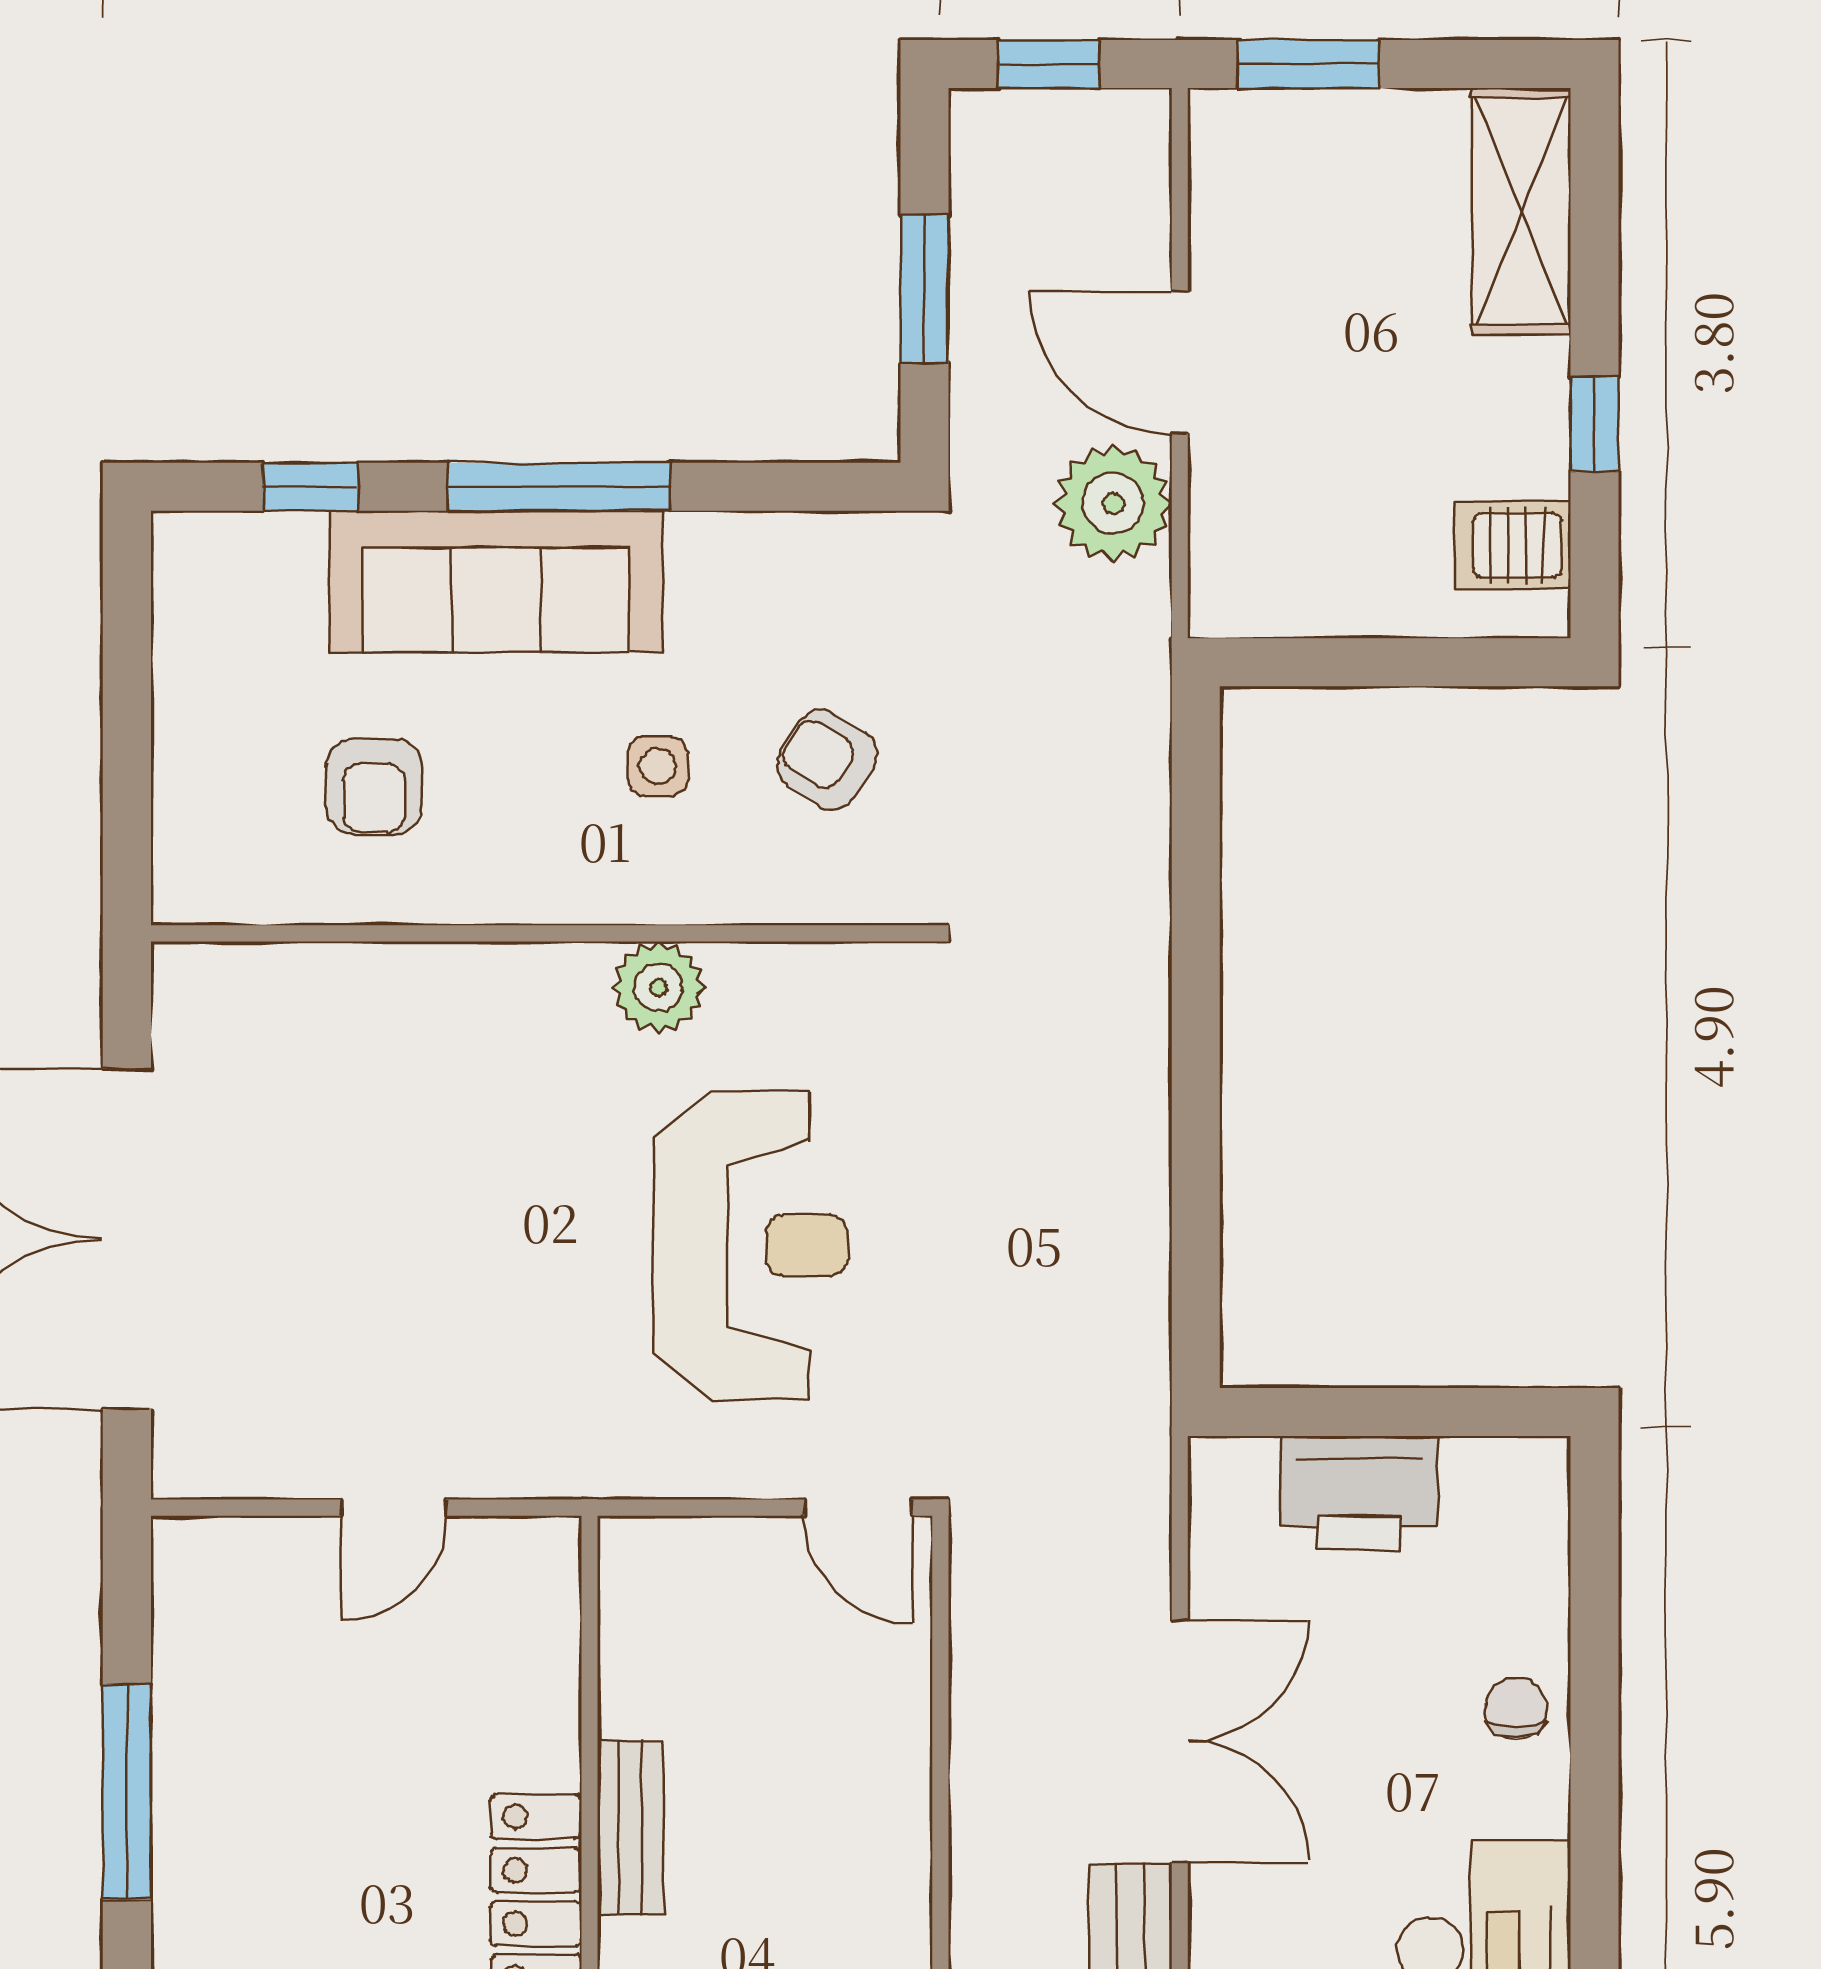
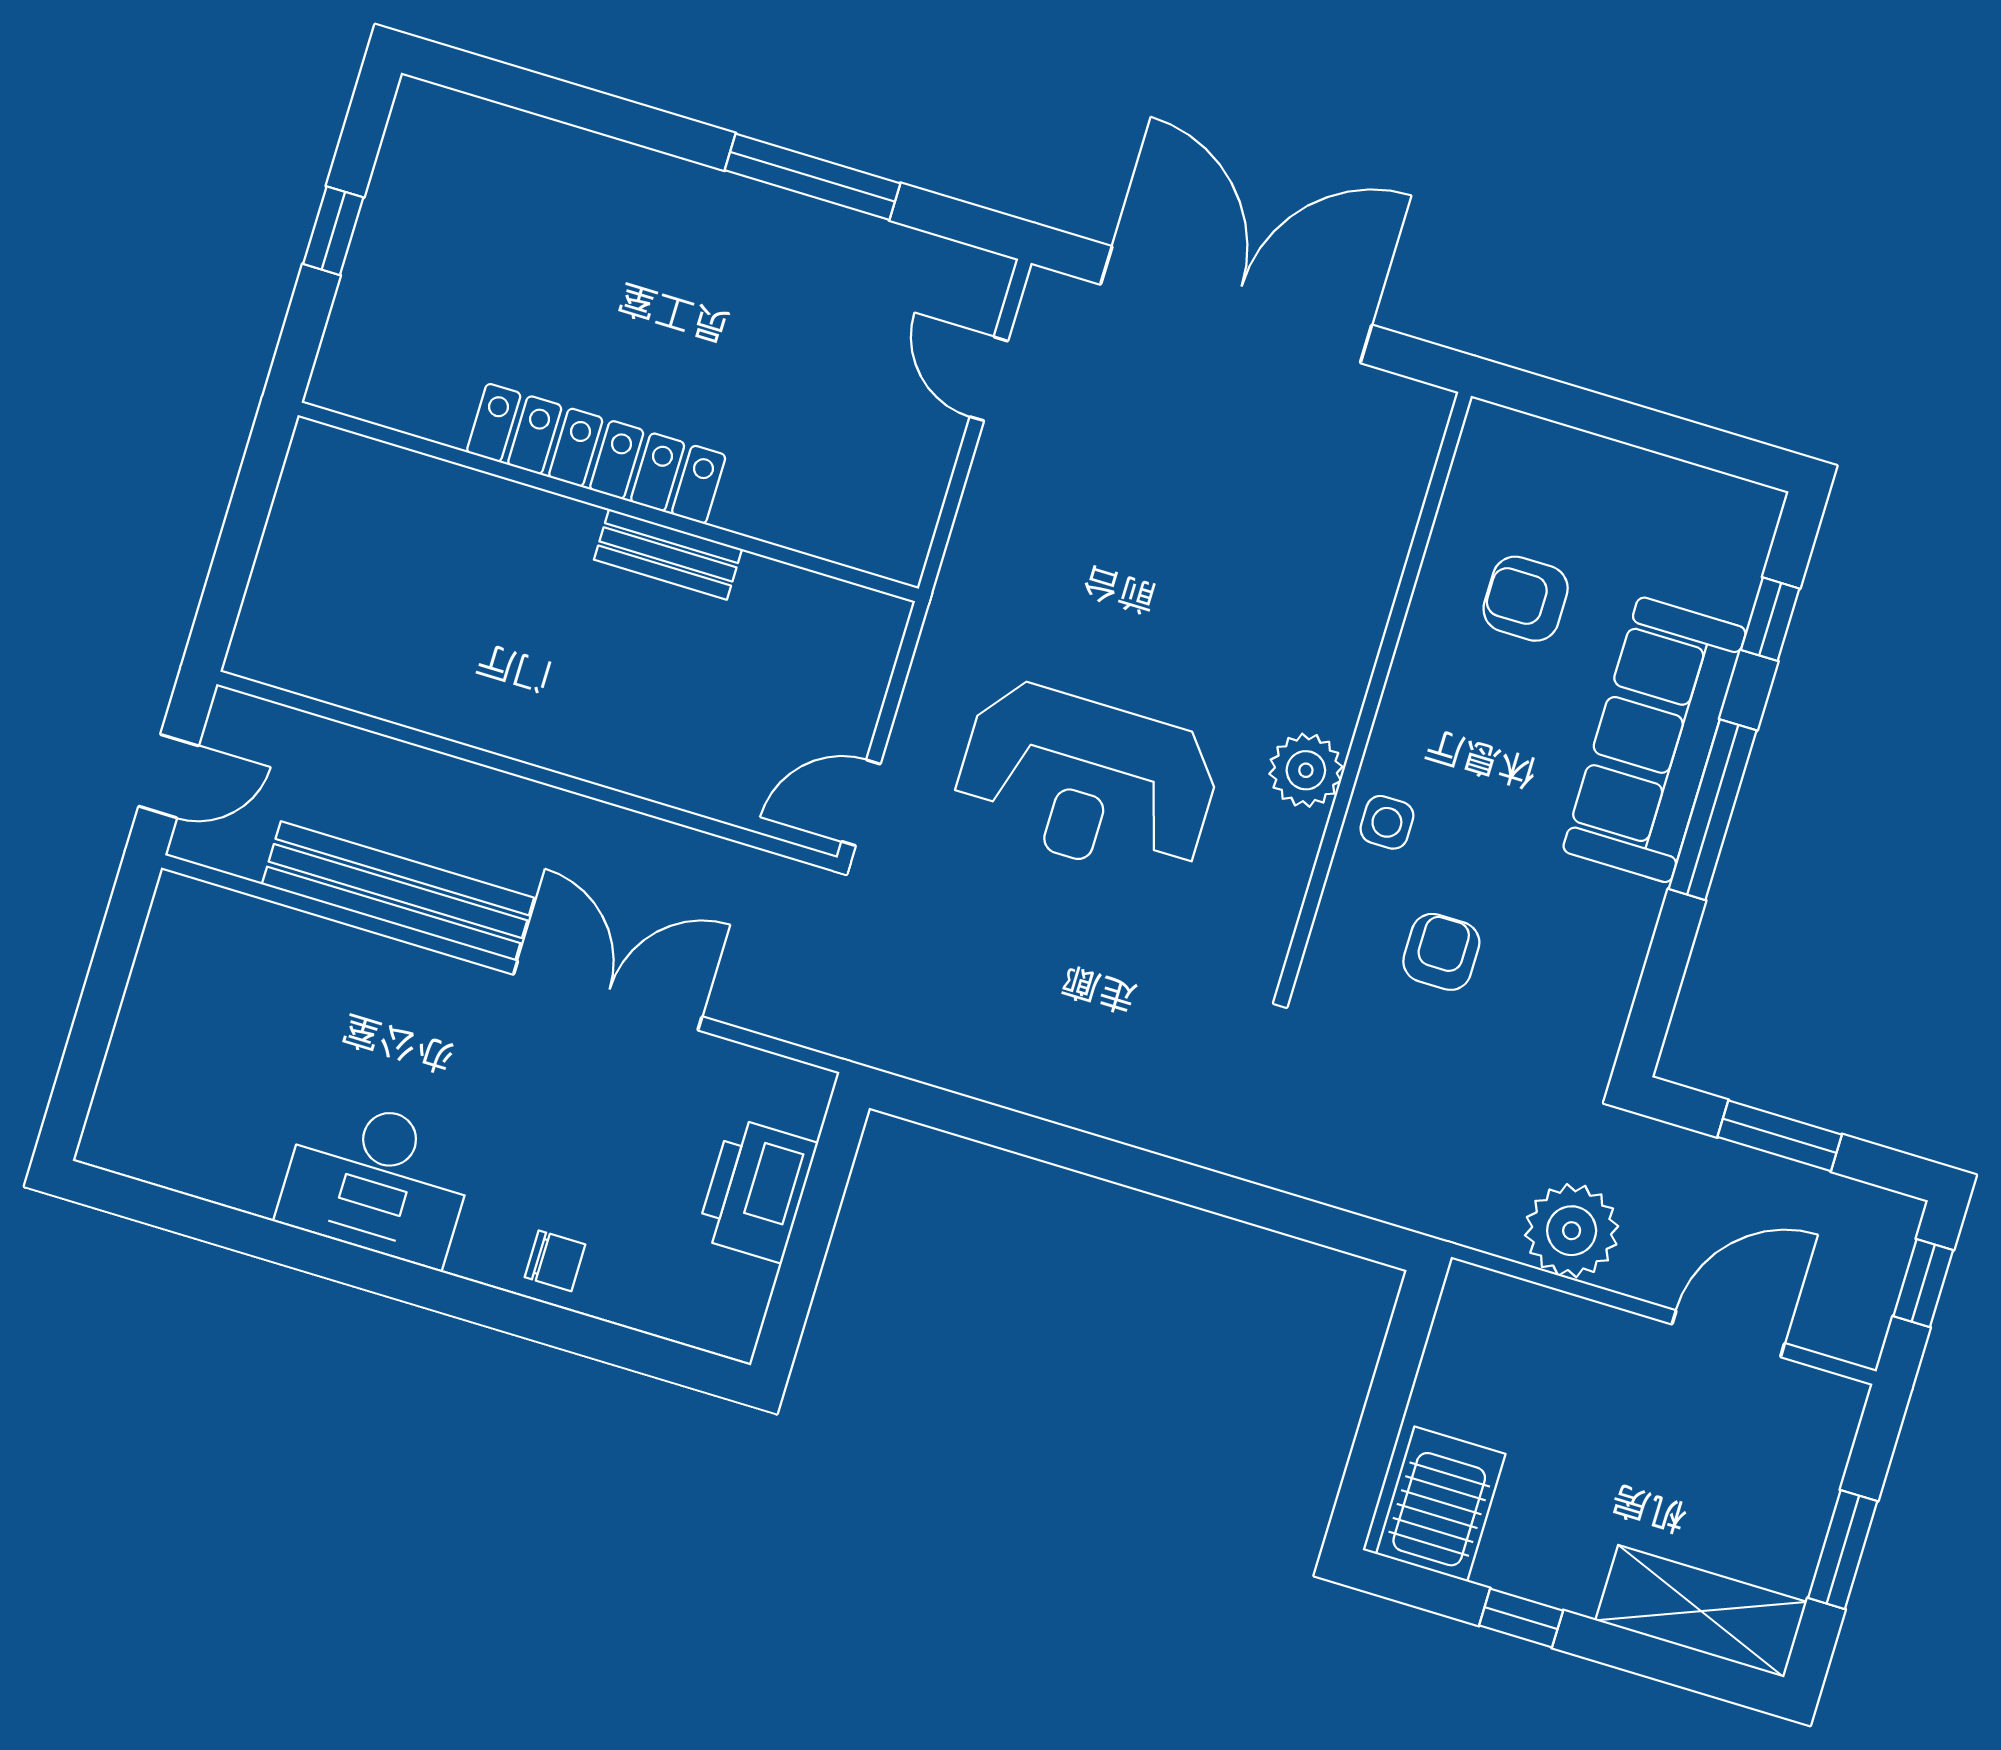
window: (1308, 64) -> (1843, 1550), moved
door: (1180, 362) -> (1728, 1334), moved
server rack: (1513, 545) -> (1441, 1504), width x1.36, depth x1.44
armchair: (827, 760) -> (1441, 952), turned -33
side table: (658, 766) -> (1387, 822), moved
door: (393, 1508) -> (989, 379), moved
double door: (1180, 1741) -> (608, 995), swing flipped

